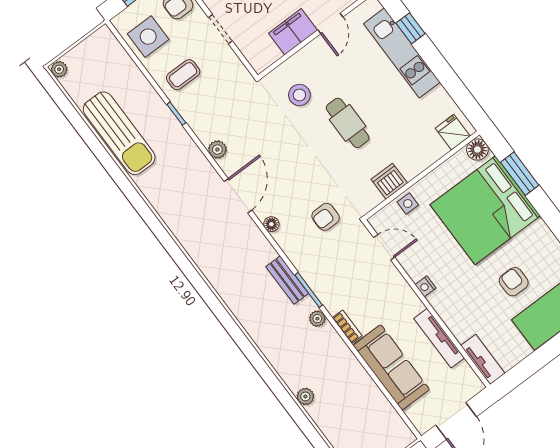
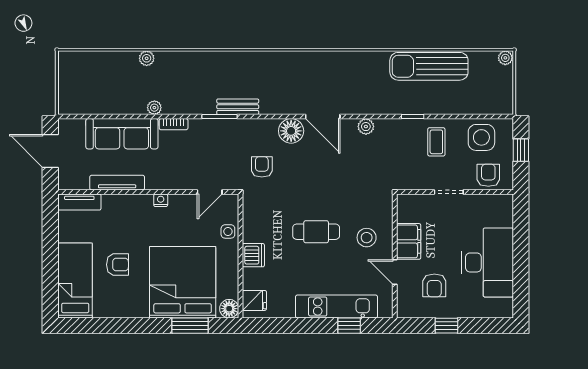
stool: (299, 95) -> (367, 238), moved
dishwasher: (389, 181) -> (253, 255), moved
floor lamp: (271, 224) -> (291, 131), width x1.89, depth x1.89
plant: (317, 319) -> (154, 108), moved

